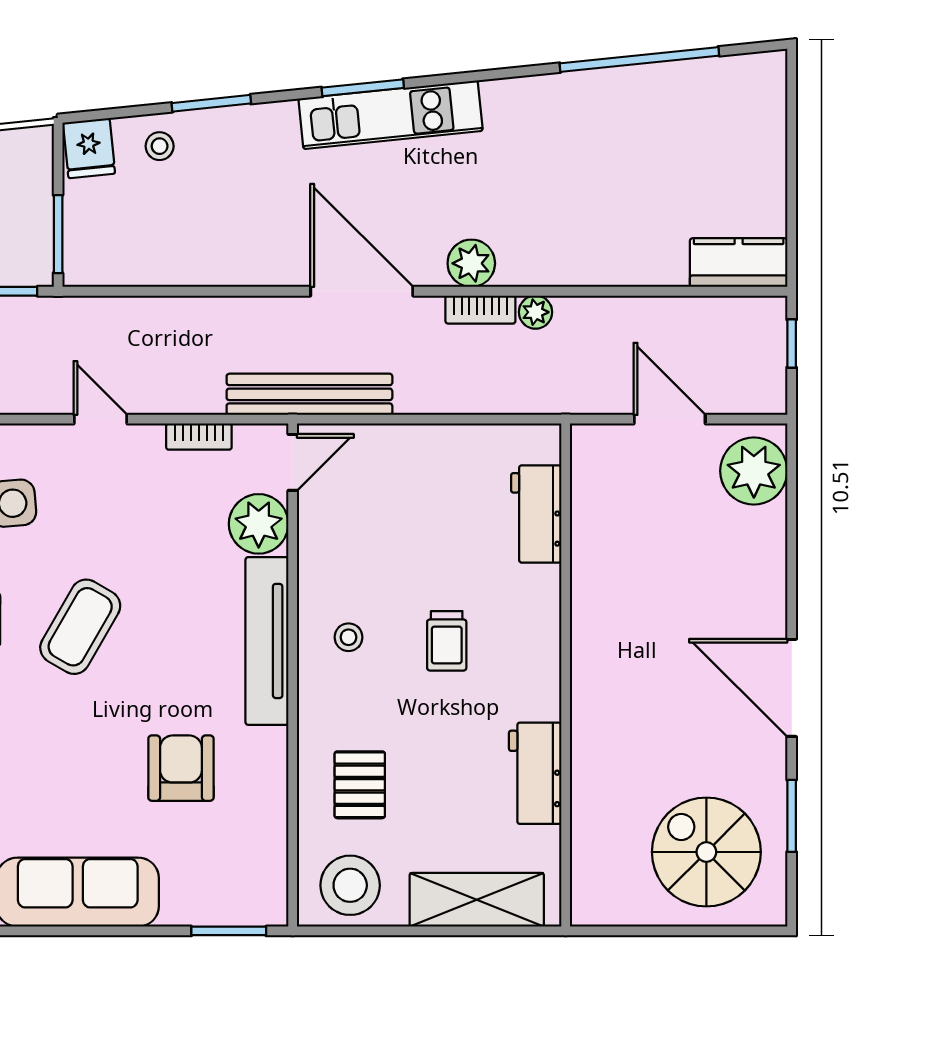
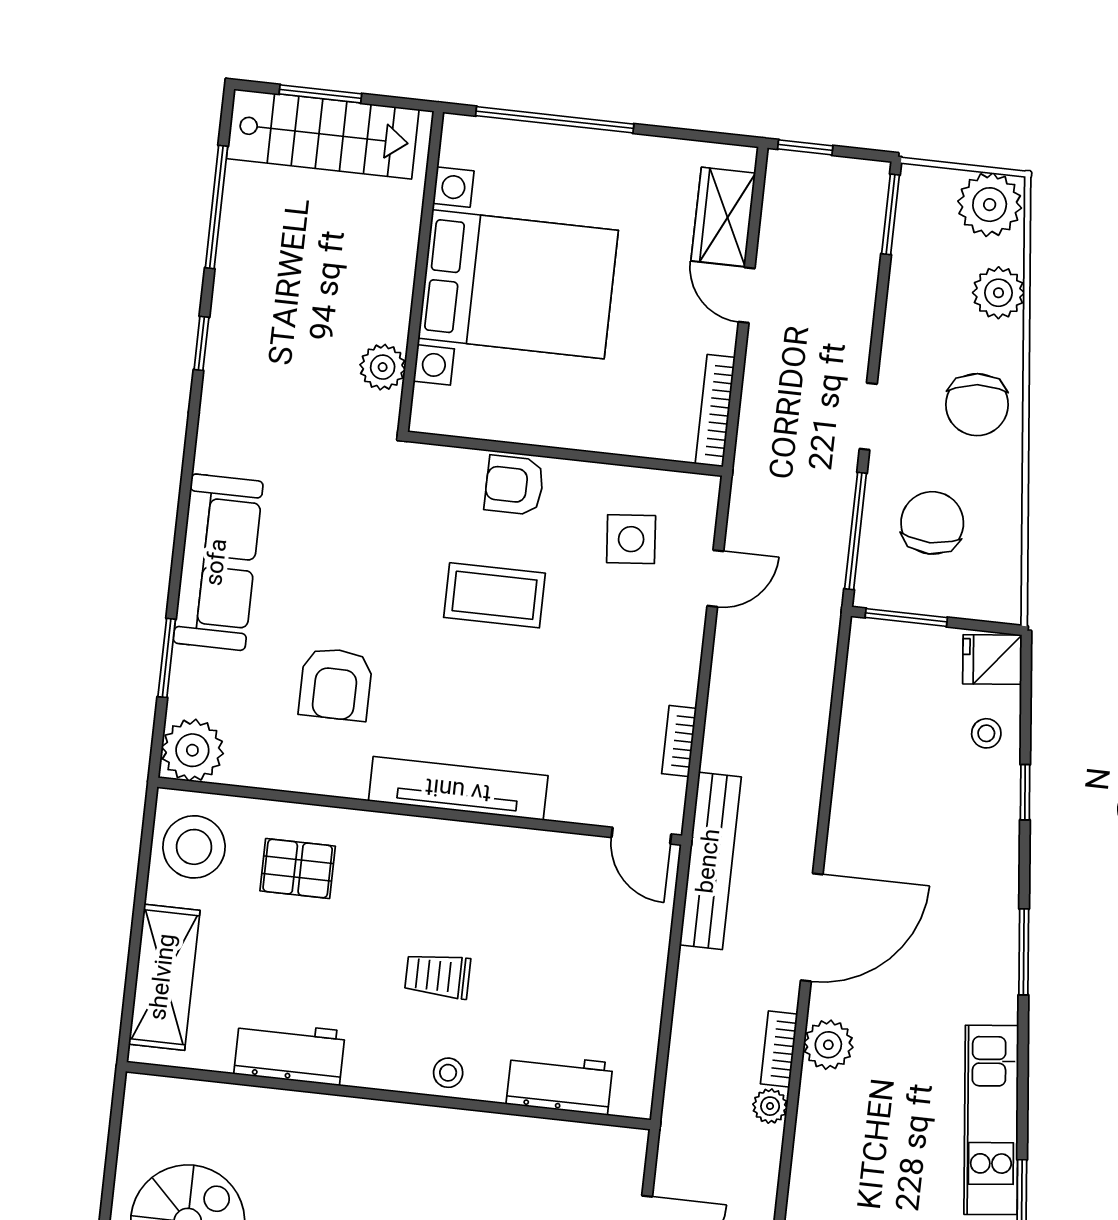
window: (211, 103) -> (1025, 792), width x0.67
kitchen unit: (391, 115) -> (991, 1120), moved
door: (100, 419) -> (715, 579), moved
plant: (259, 524) -> (192, 750), moved
coffee table: (80, 627) -> (495, 595), turned -30
stool: (349, 637) -> (448, 1073), moved
armchair: (181, 768) -> (336, 684), turned 90
window: (229, 931) -> (167, 658), moved

